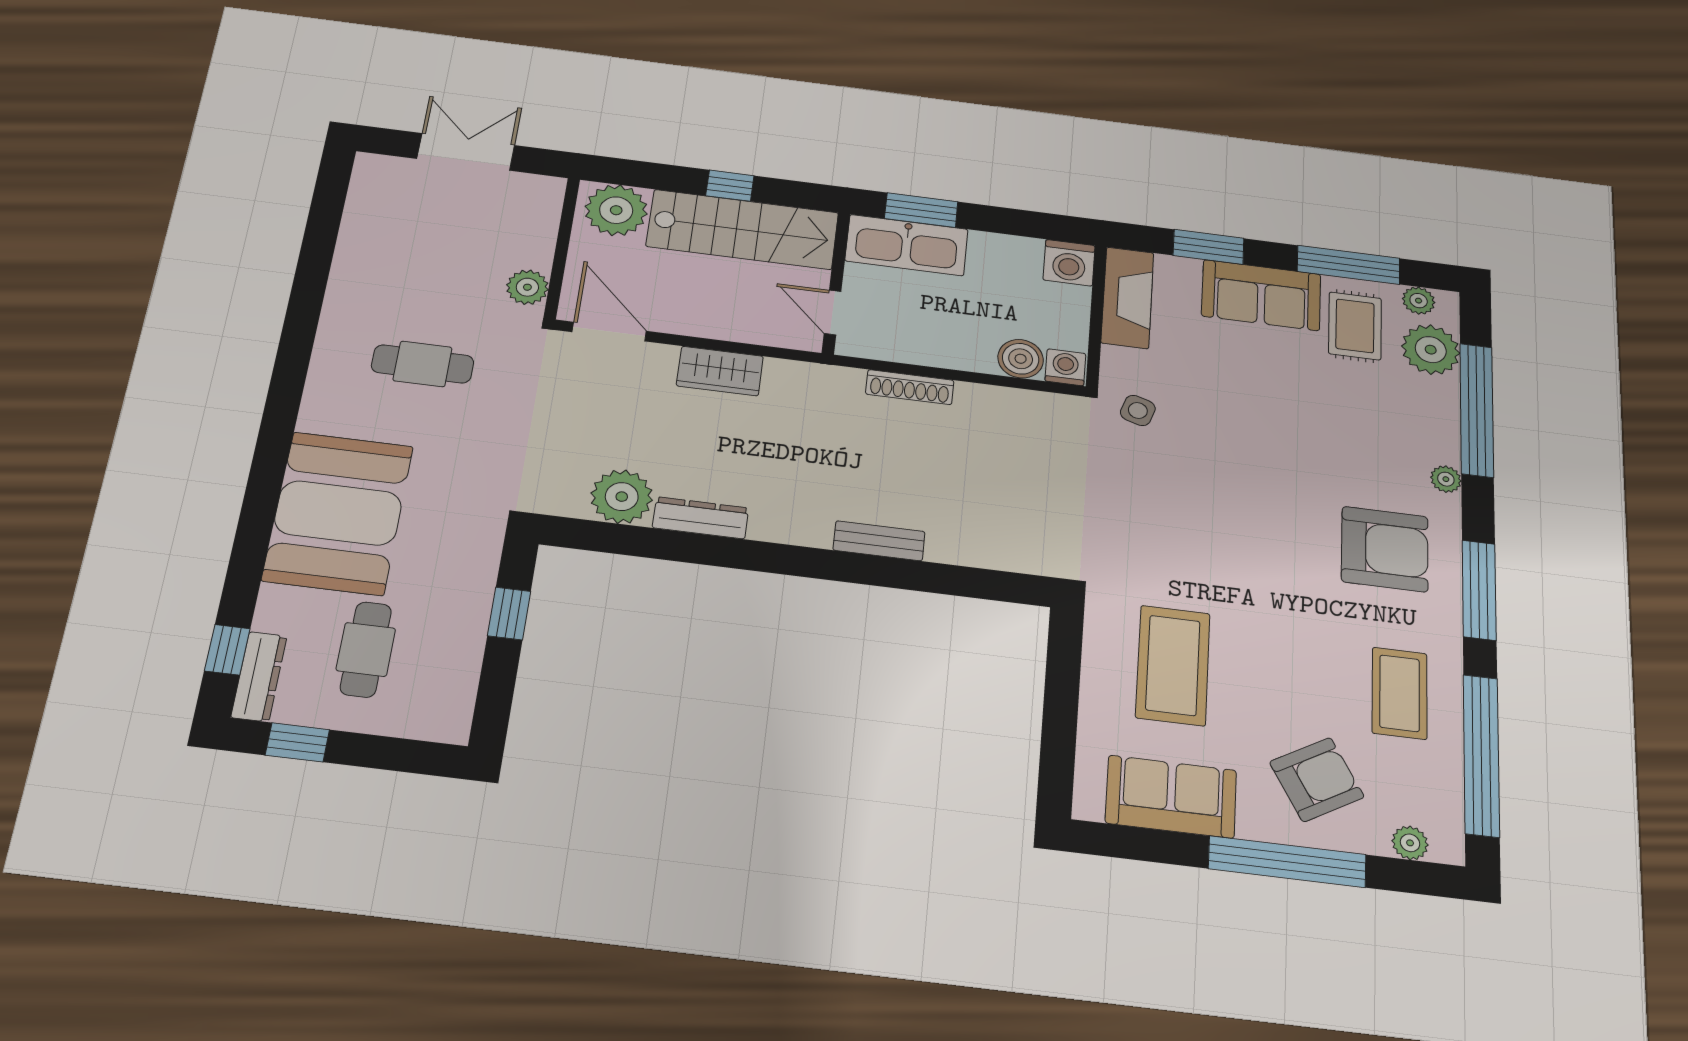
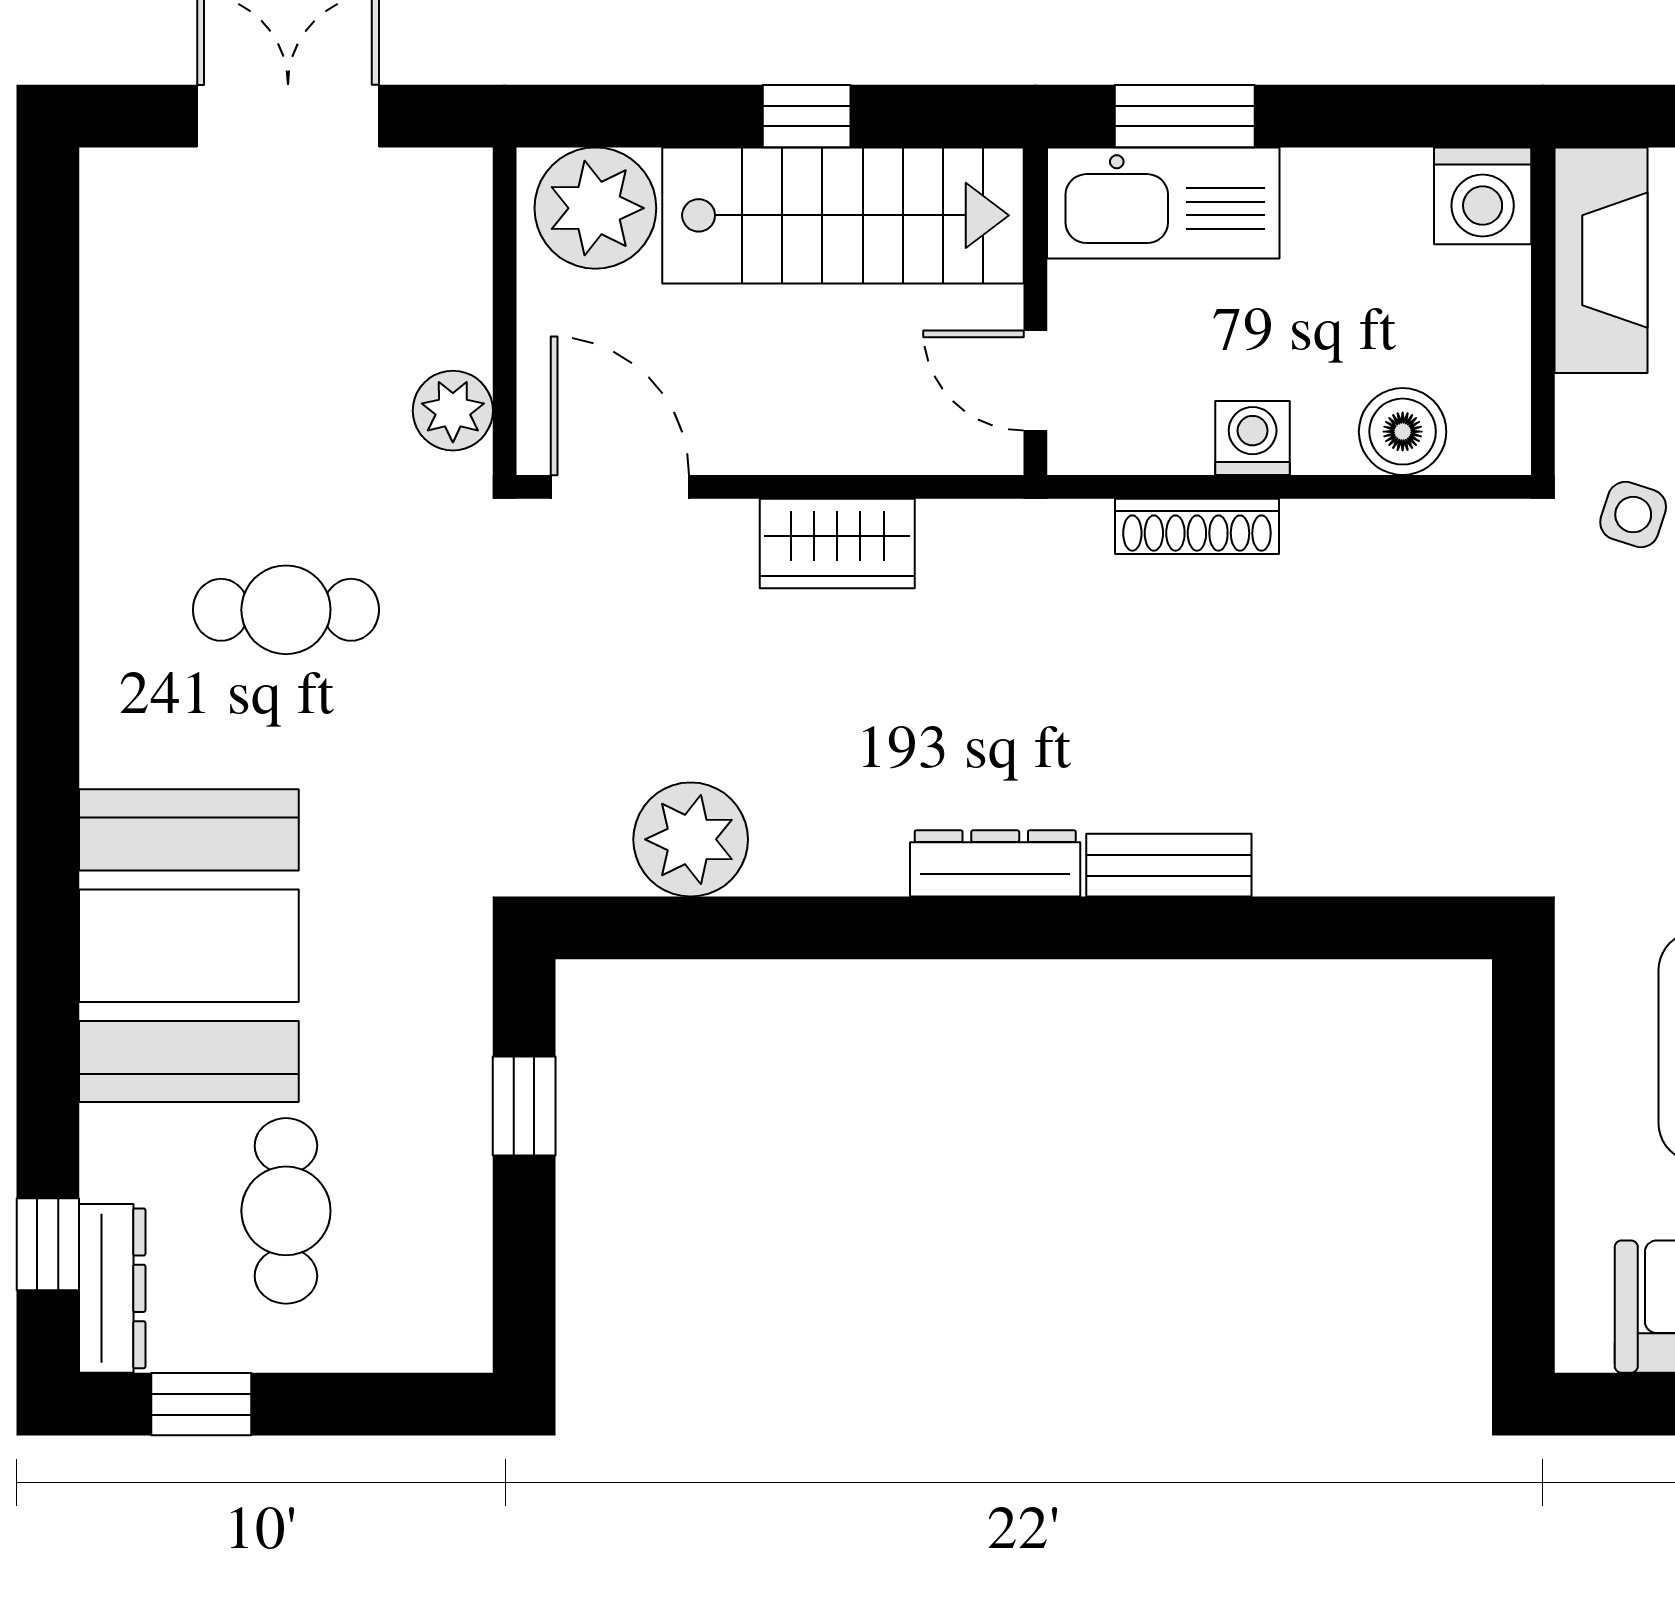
washing machine: (1065, 367) -> (1253, 438), moved
dresser: (701, 518) -> (995, 863), moved

